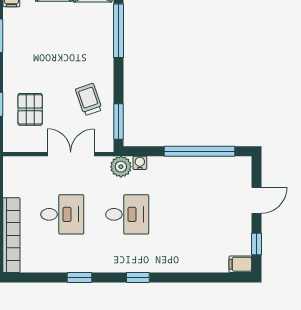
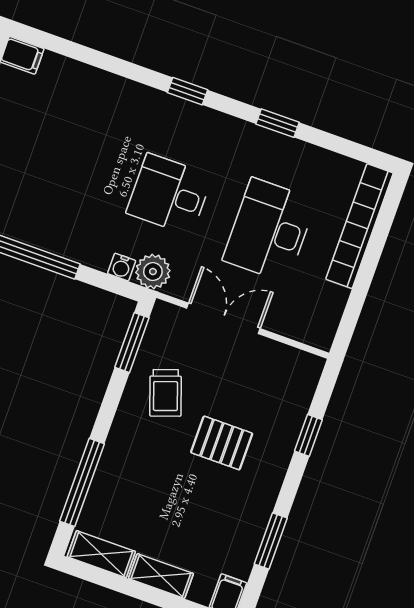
pallet: (30, 109) -> (222, 443), moved, turned 90
double door: (71, 154) -> (223, 318), swing flipped
desk: (62, 214) -> (270, 230), width x1.37

